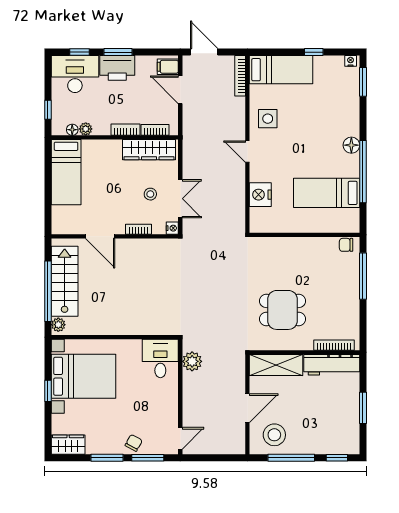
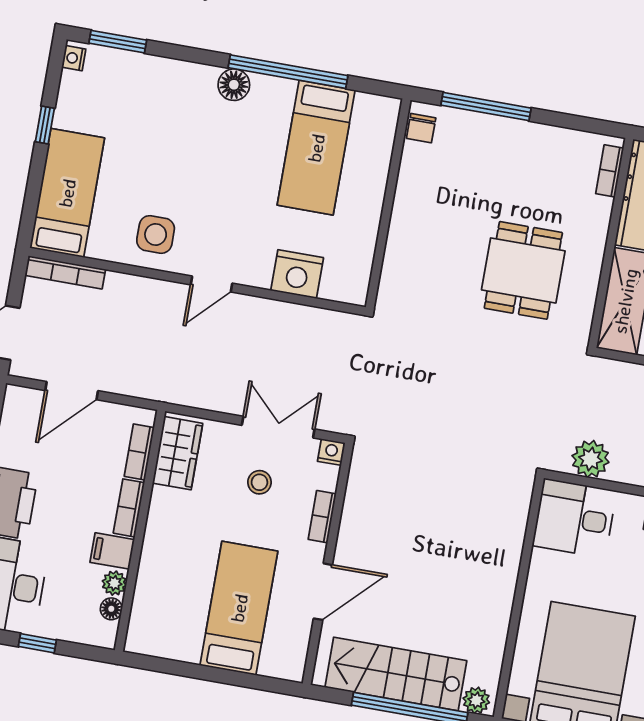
filing cabinet: (168, 67) -> (112, 551), moved, turned 90
window: (48, 110) -> (37, 643), moved
wardrobe: (149, 150) -> (178, 453), width x0.67
bed: (66, 172) -> (239, 608), moved, turned -90
bookcase: (334, 345) -> (610, 171), width x0.64

